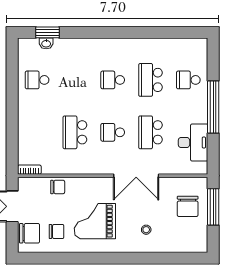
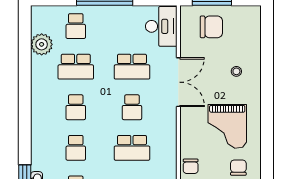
plant: (171, 48) -> (42, 44), added
school desk: (75, 80) -> (76, 148), added
desk: (193, 142) -> (161, 26), moved, turned 90
chair: (58, 187) -> (191, 166), turned 180

